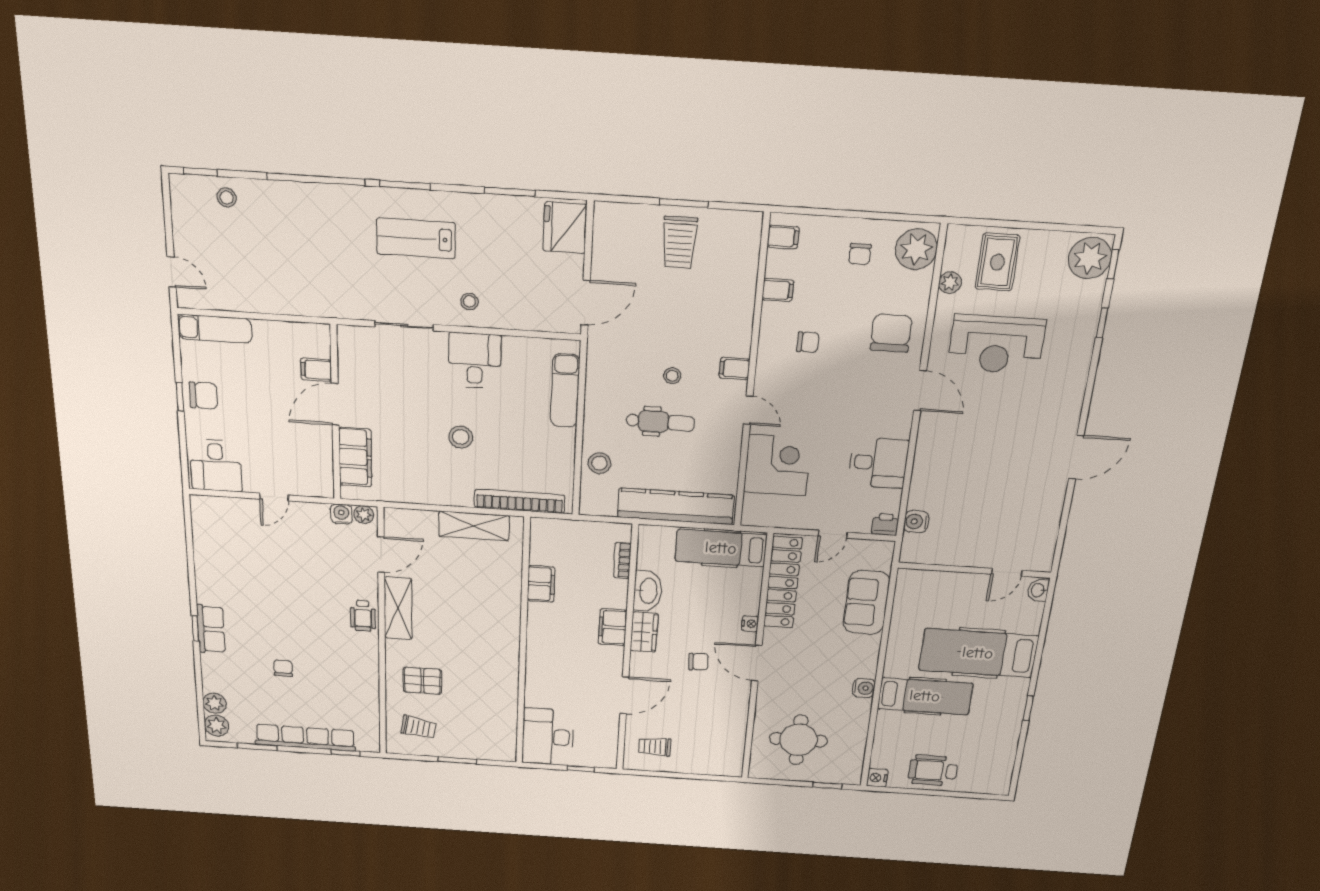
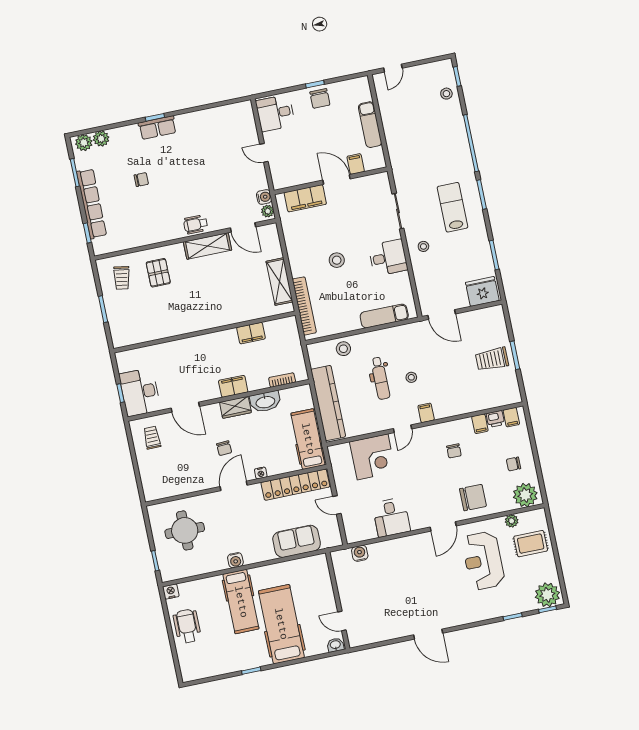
exam couch: (215, 329) -> (370, 125), moved
printer: (885, 524) -> (495, 419), moved, turned 90
desk: (548, 737) -> (140, 392), moved, turned -90

